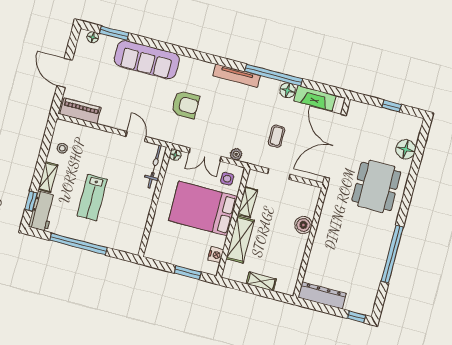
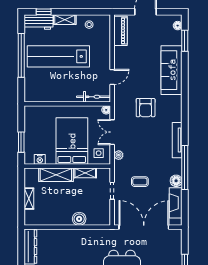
lab bench: (92, 198) -> (58, 56), width x1.86, depth x1.39

